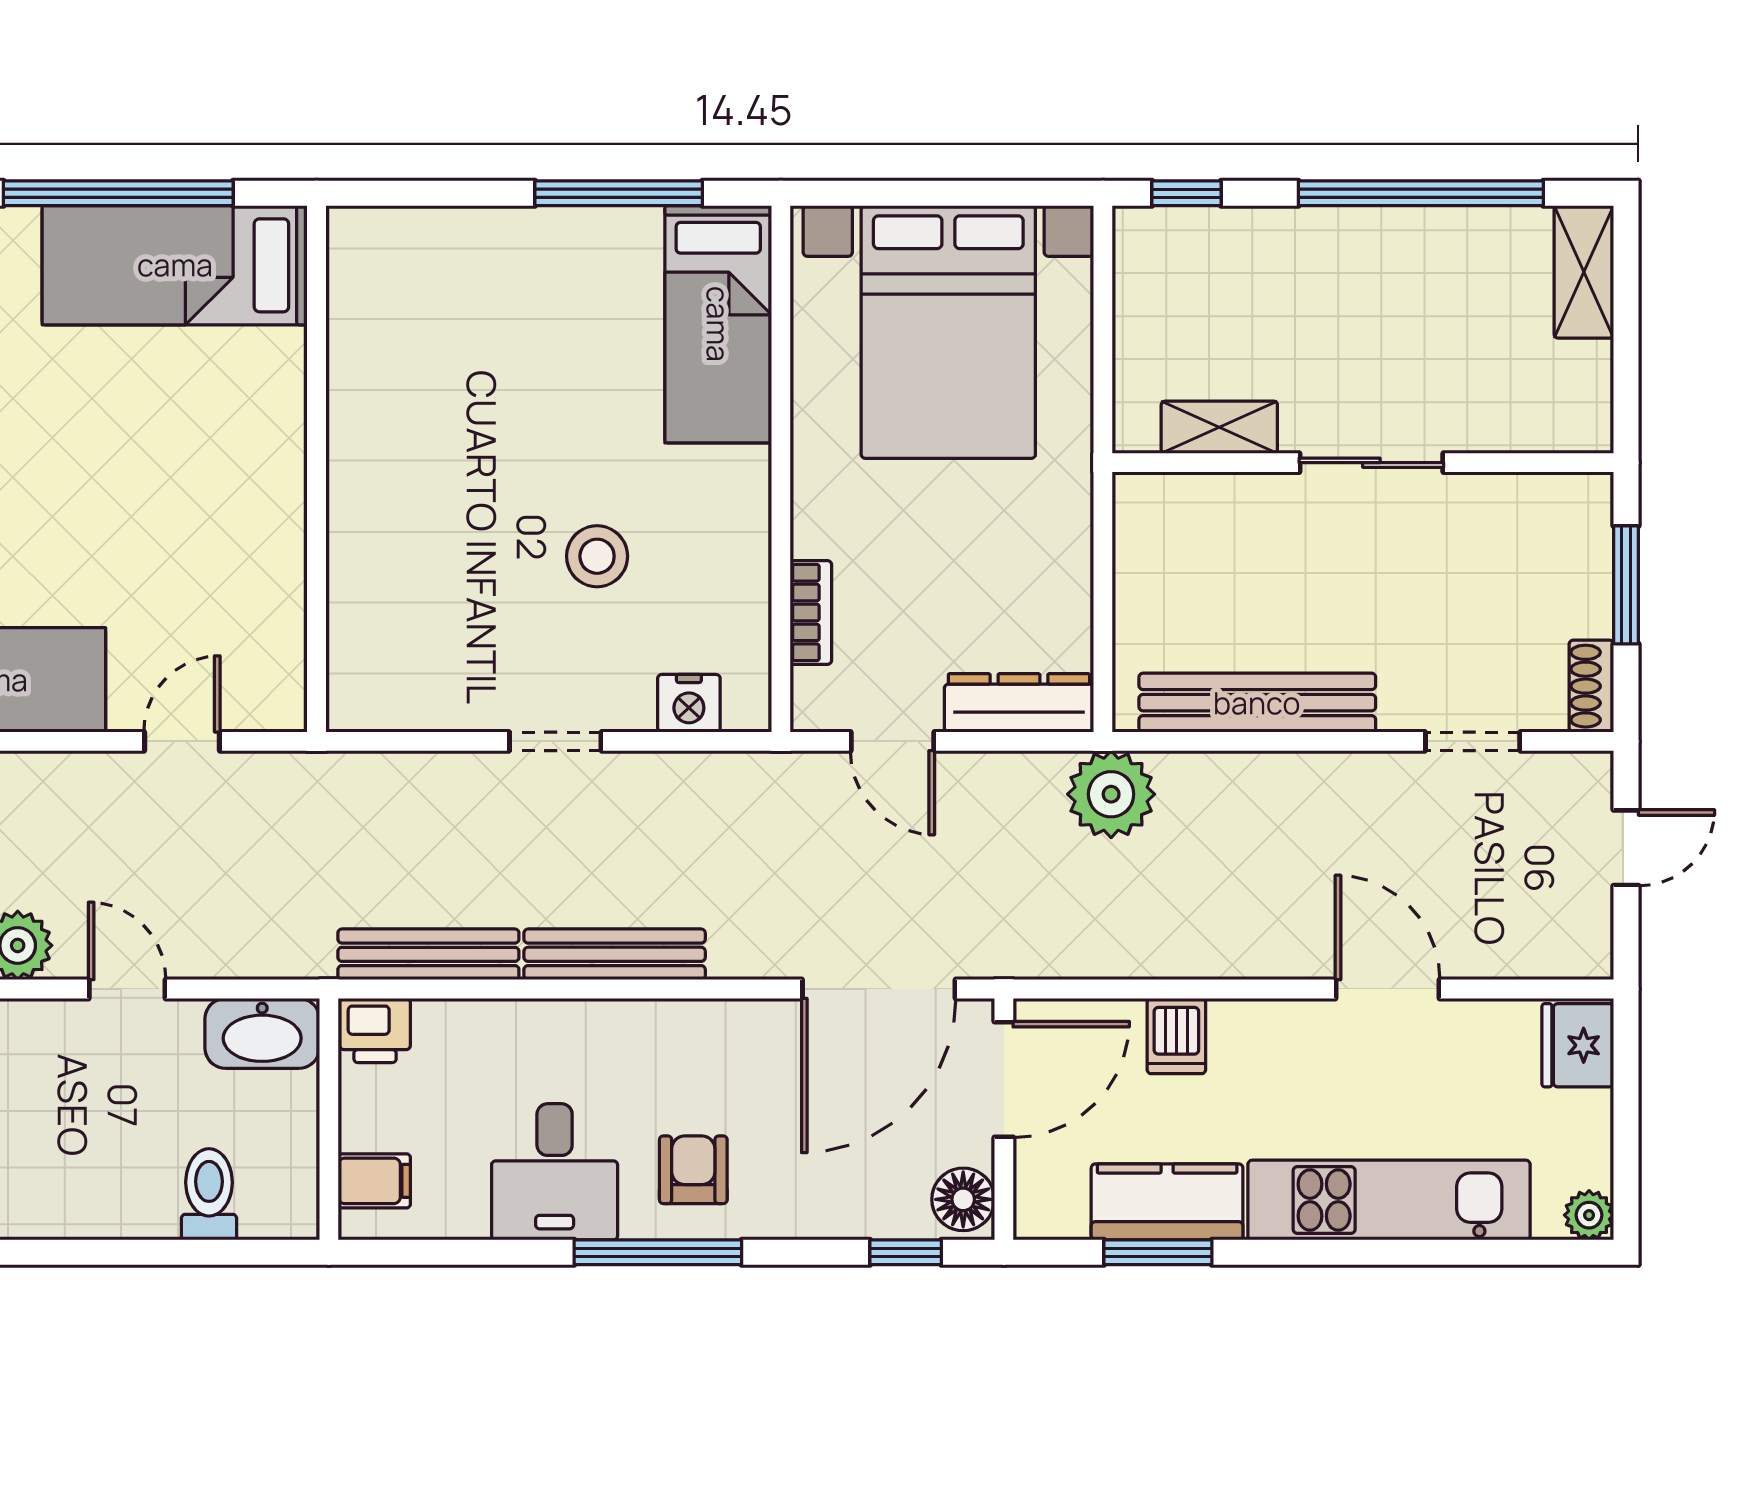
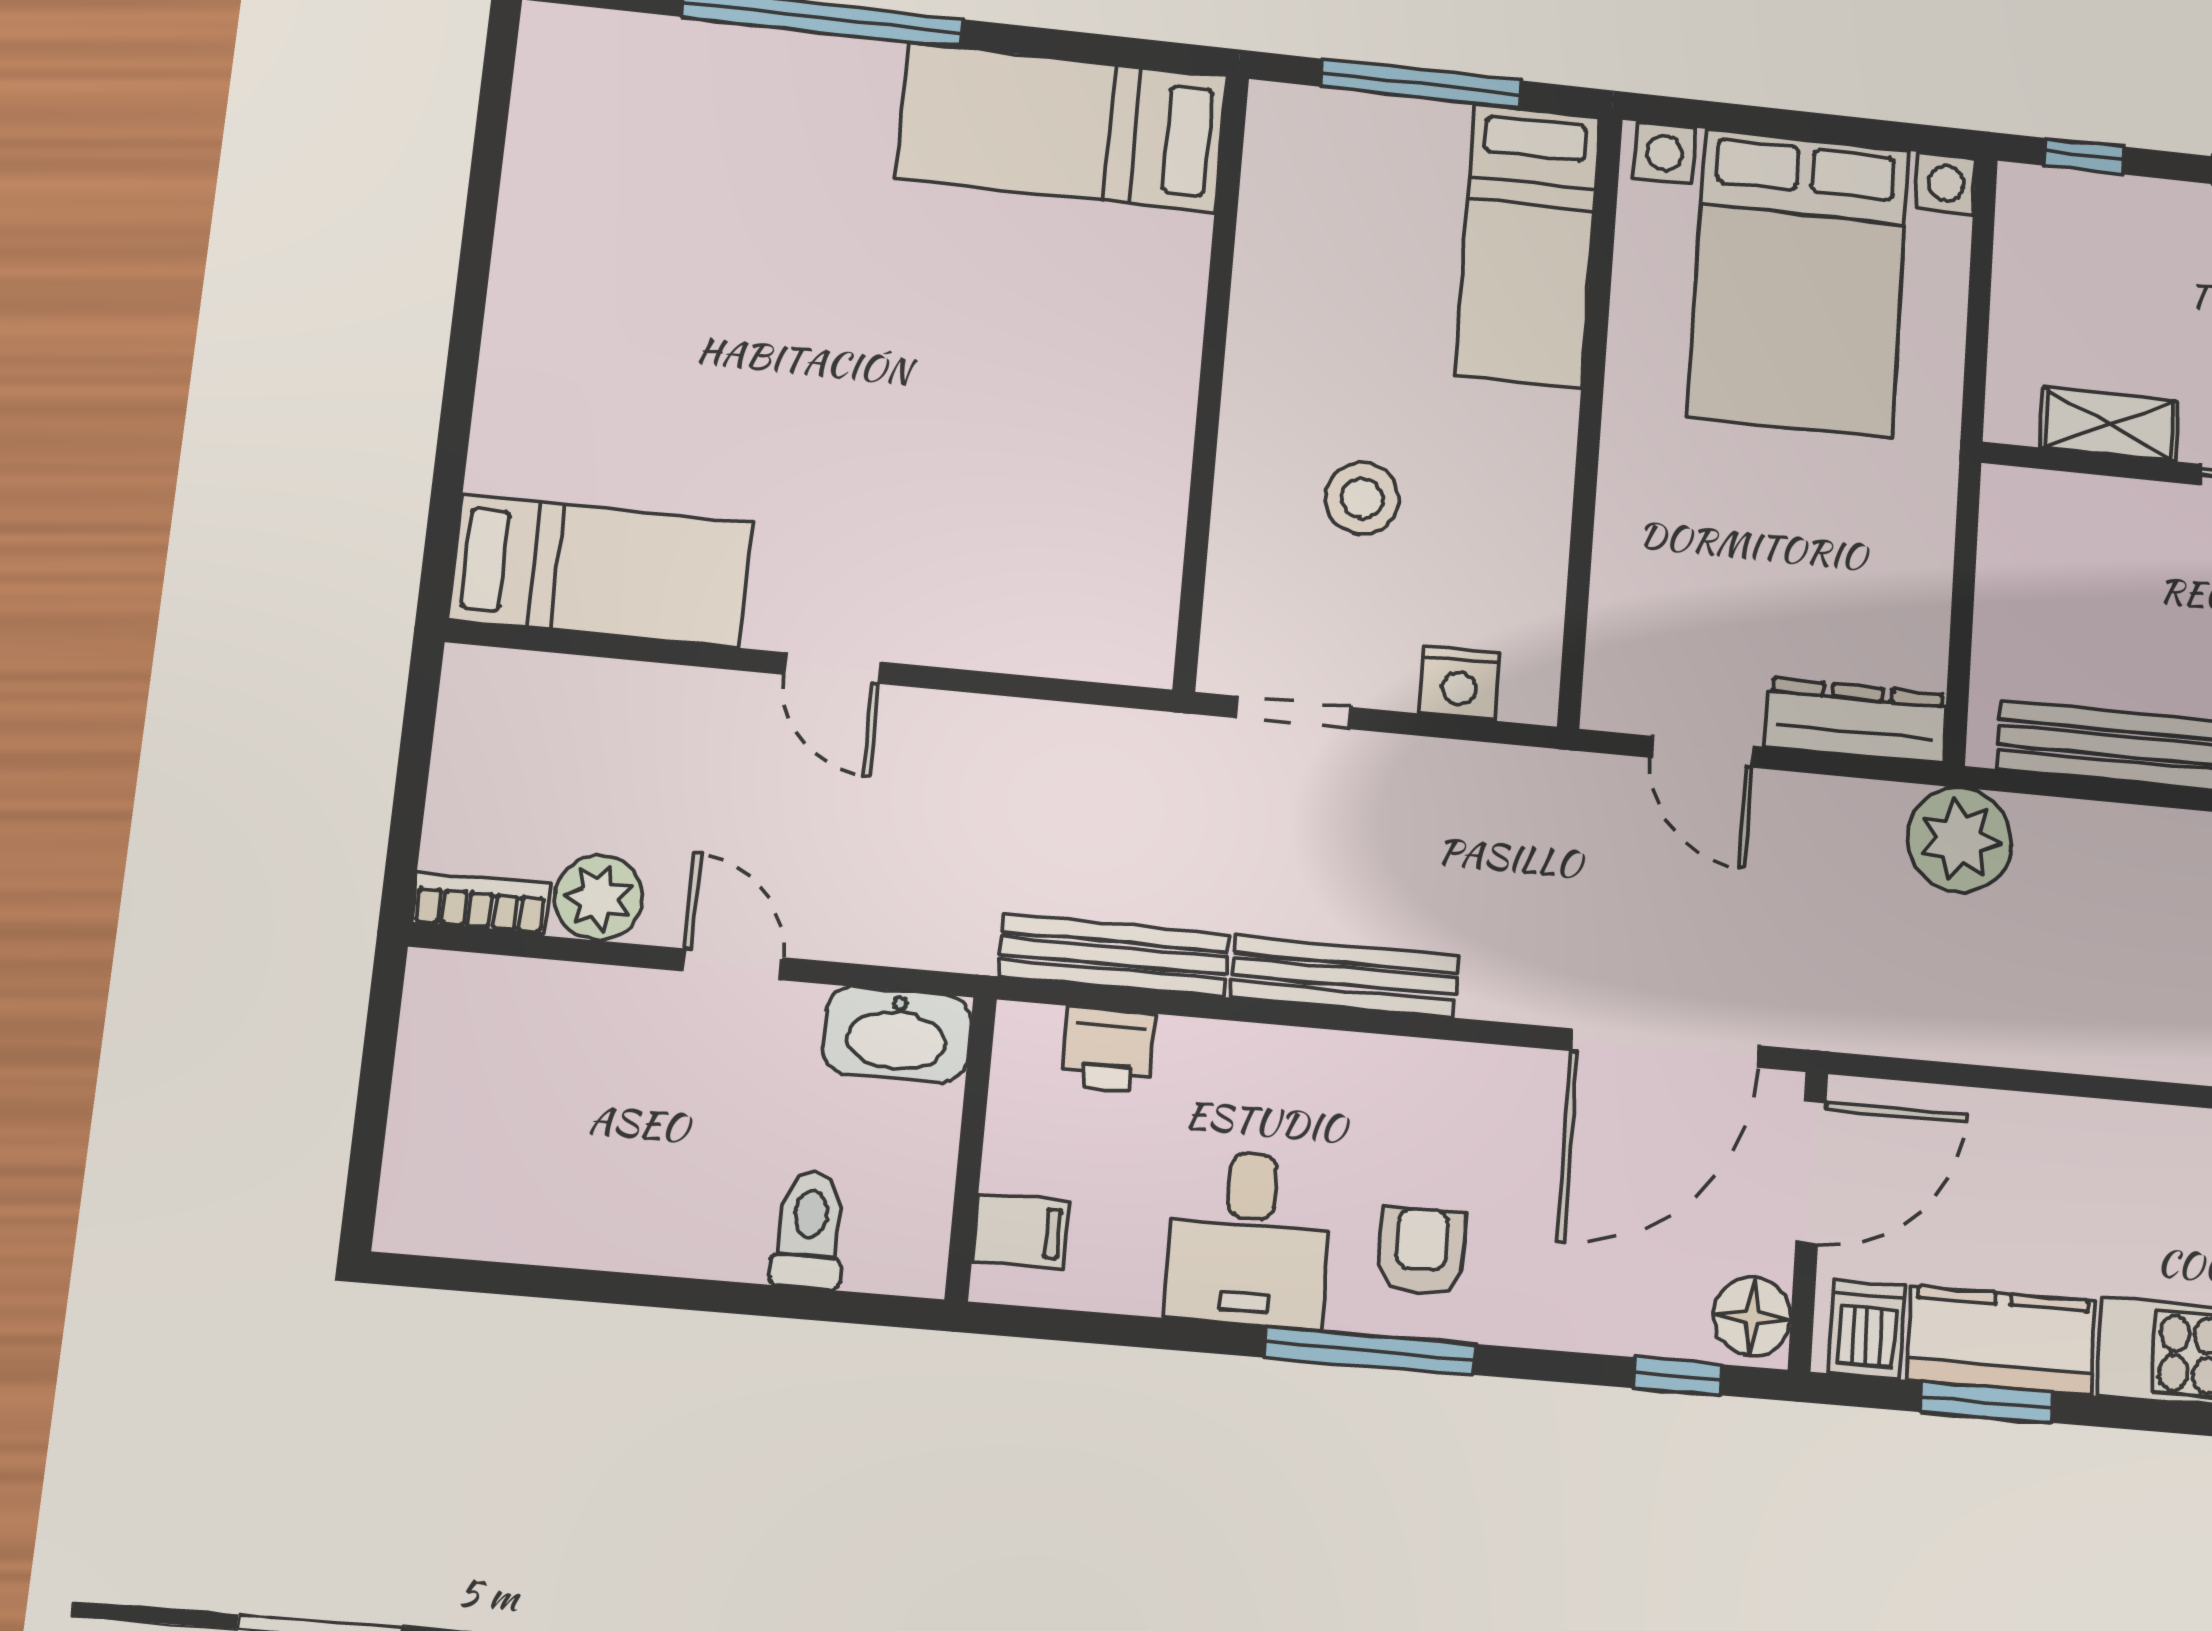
bed: (175, 265) -> (1061, 127), moved
wall: (316, 469) -> (1211, 380), moved
bookcase: (811, 612) -> (1614, 590), removed
door: (182, 741) -> (833, 668), swing flipped
printer: (375, 1030) -> (1109, 1050), moved
dishwasher: (1176, 1036) -> (1867, 1329), moved, turned 180

